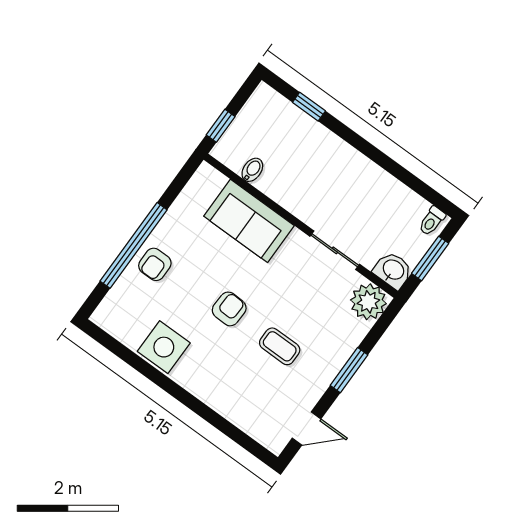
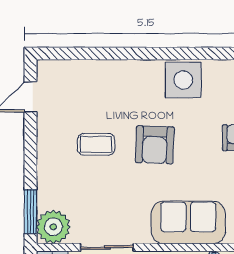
armchair: (229, 309) -> (155, 145), width x1.38, depth x1.38
window: (349, 370) -> (30, 212), moved

